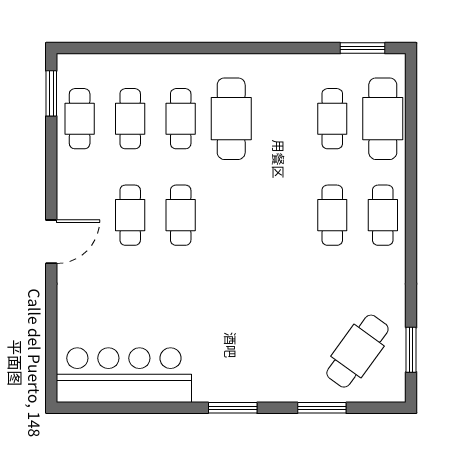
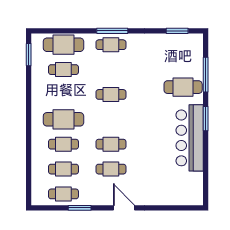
window: (51, 93) -> (80, 208), moved
cafe table: (332, 215) -> (111, 94), moved
window: (411, 218) -> (112, 31), added
cafe table: (357, 351) -> (183, 87), moved, turned -36
bar counter: (124, 375) -> (190, 138), moved
window: (322, 408) -> (206, 75), width x1.44

